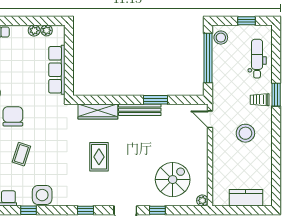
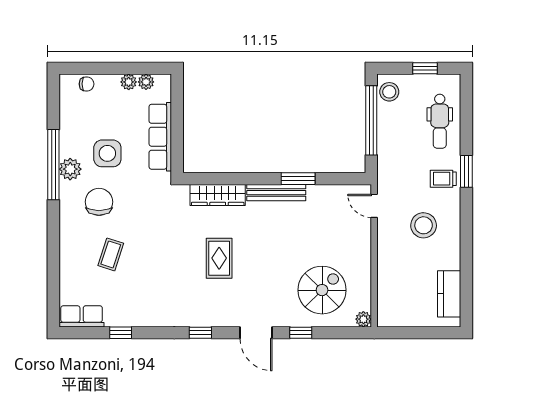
dental chair: (257, 59) -> (440, 121), turned 180
side table: (42, 195) -> (107, 153), moved
kitchen counter: (246, 198) -> (449, 294), moved, turned -90

